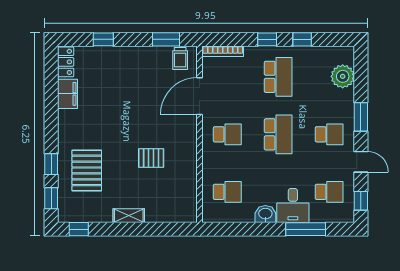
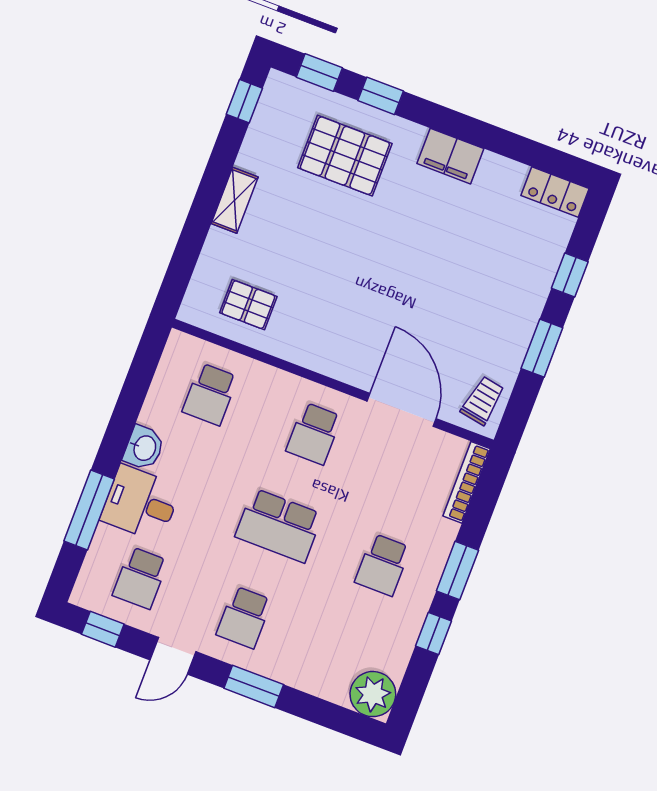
window: (166, 39) -> (542, 348), moved
window: (267, 39) -> (457, 571), width x1.50
trolley: (180, 59) -> (483, 401), turned 100
plant: (343, 76) -> (373, 694), moved
school desk: (278, 77) -> (383, 565), width x0.54
filing cabinet: (67, 94) -> (450, 156), moved
pallet: (151, 158) -> (248, 305), moved, turned 90

